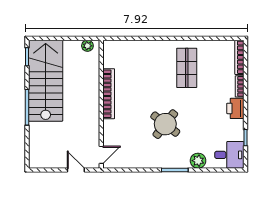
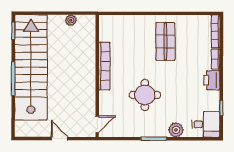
stairs: (46, 81) -> (31, 67), width x1.36
bookcase: (109, 94) -> (104, 66), moved
wall: (101, 104) -> (97, 76), moved
round table: (165, 124) -> (145, 95), turned -38
door: (101, 155) -> (97, 124), moved

